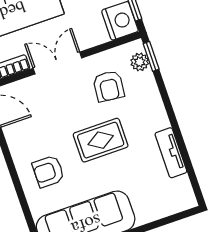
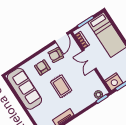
double door: (57, 63) -> (89, 60), swing flipped
armchair: (109, 86) -> (56, 55), moved

